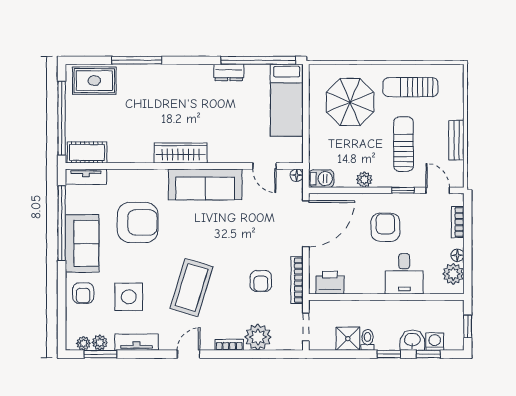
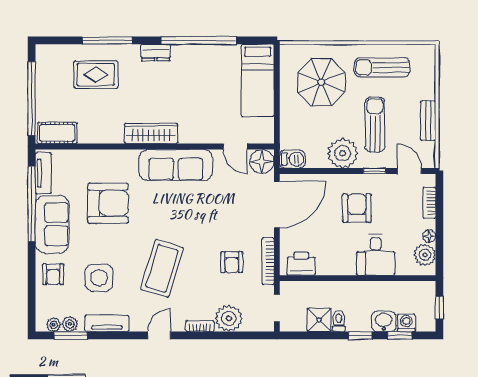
window: (258, 60) -> (199, 40), moved
dresser: (229, 72) -> (156, 53), moved
rug: (94, 81) -> (96, 75), moved
floor lamp: (297, 175) -> (262, 161), width x1.89, depth x1.89
tv unit: (86, 177) -> (43, 173), moved, turned -90
plant: (364, 180) -> (343, 153), width x1.88, depth x1.88

